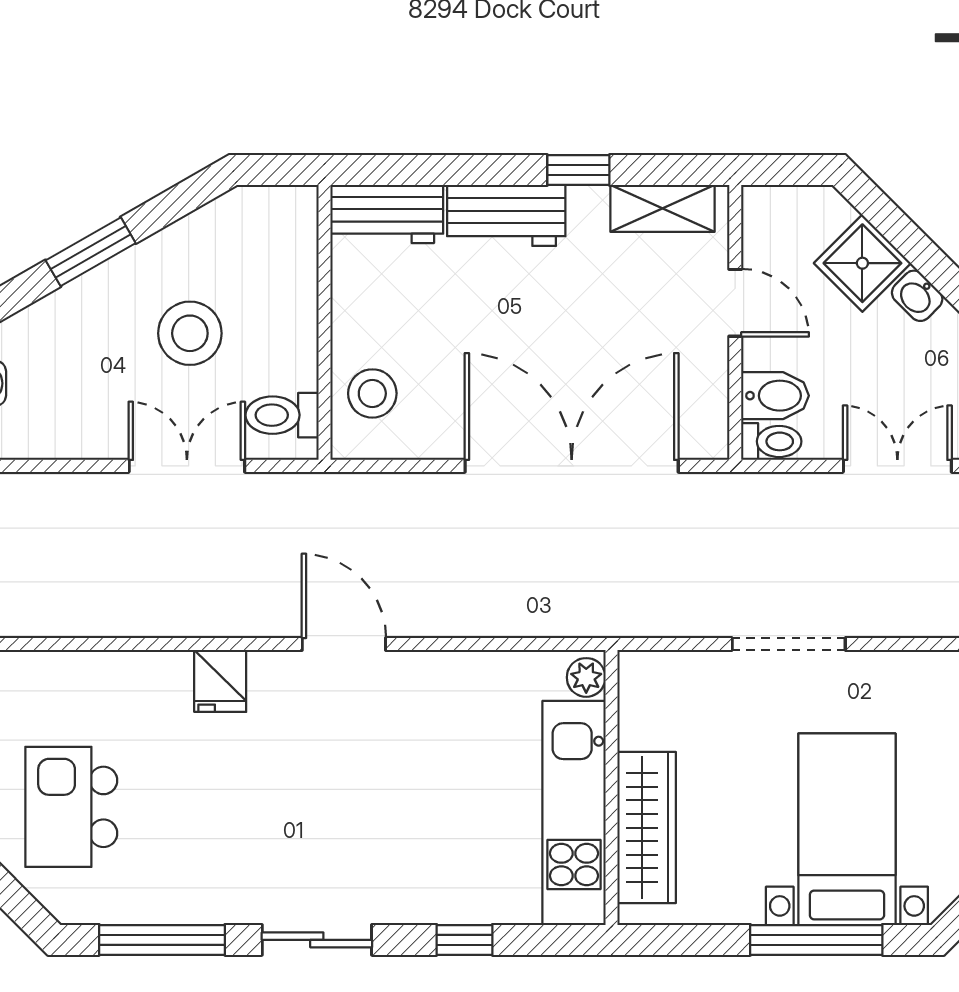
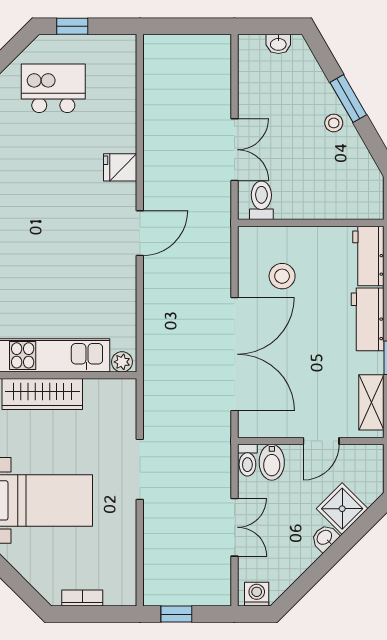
stool: (190, 333) -> (334, 123), moved, width x0.53, depth x0.53
stool: (372, 393) -> (282, 276), moved

